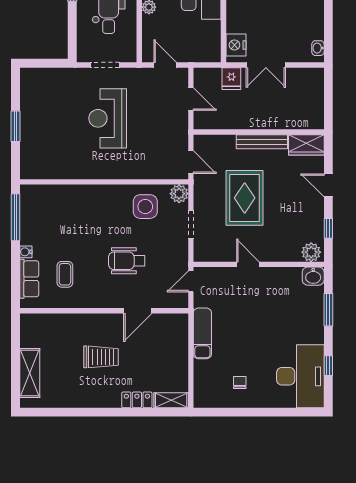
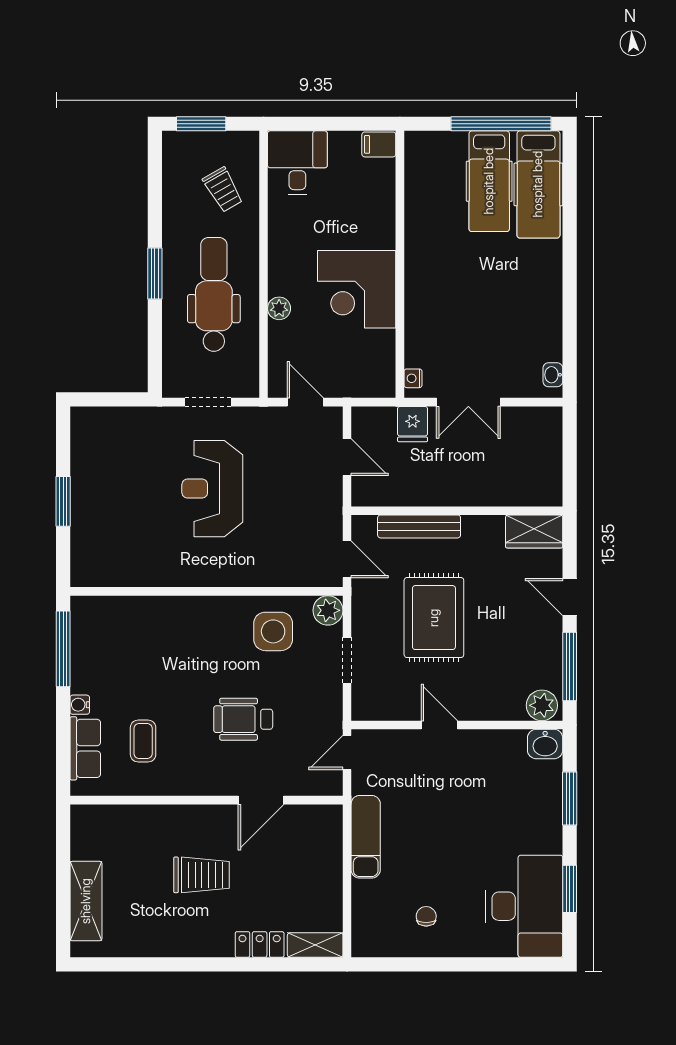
nightstand: (236, 45) -> (413, 378), width x0.53, depth x0.56
bench: (262, 142) -> (419, 526), moved
window: (328, 228) -> (570, 667), width x2.17
window: (328, 366) -> (570, 889), width x1.50

